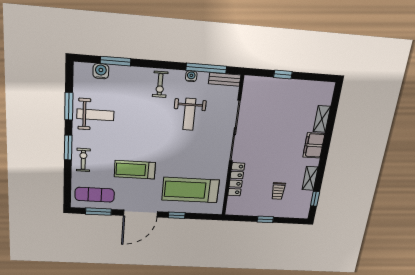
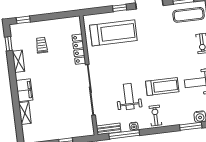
treadmill: (135, 170) -> (162, 87), moved
window: (265, 219) -> (23, 20), moved

